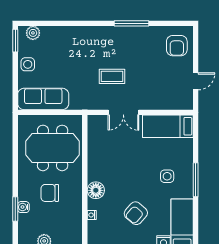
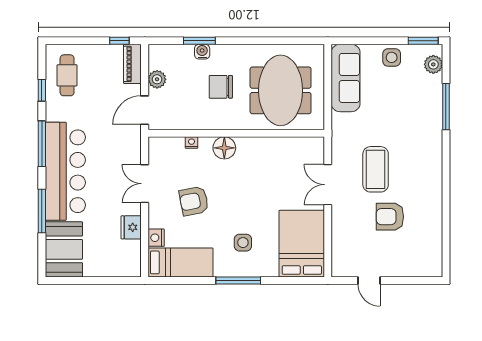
window: (131, 23) -> (446, 107), moved
armchair: (177, 46) -> (390, 217), moved
coffee table: (112, 76) -> (376, 169), width x1.36, depth x1.32
bed: (168, 126) -> (302, 244), width x1.50
chair: (50, 193) -> (221, 87), turned -90
armchair: (136, 213) -> (194, 201), turned -52

